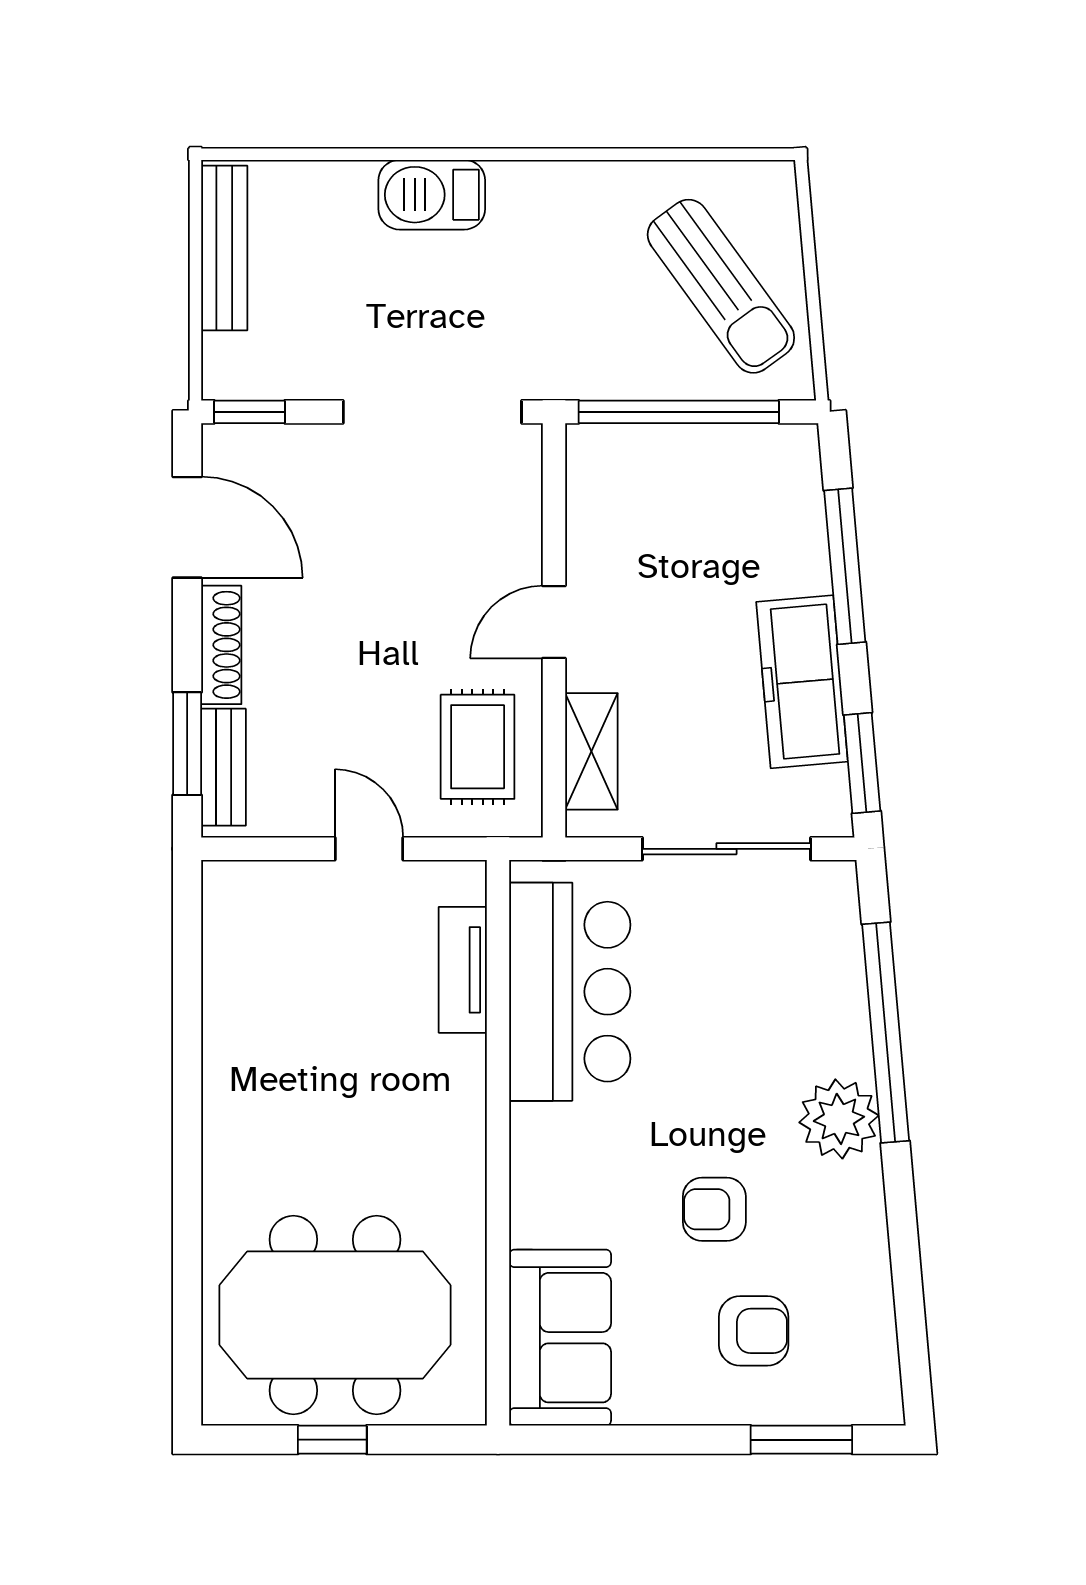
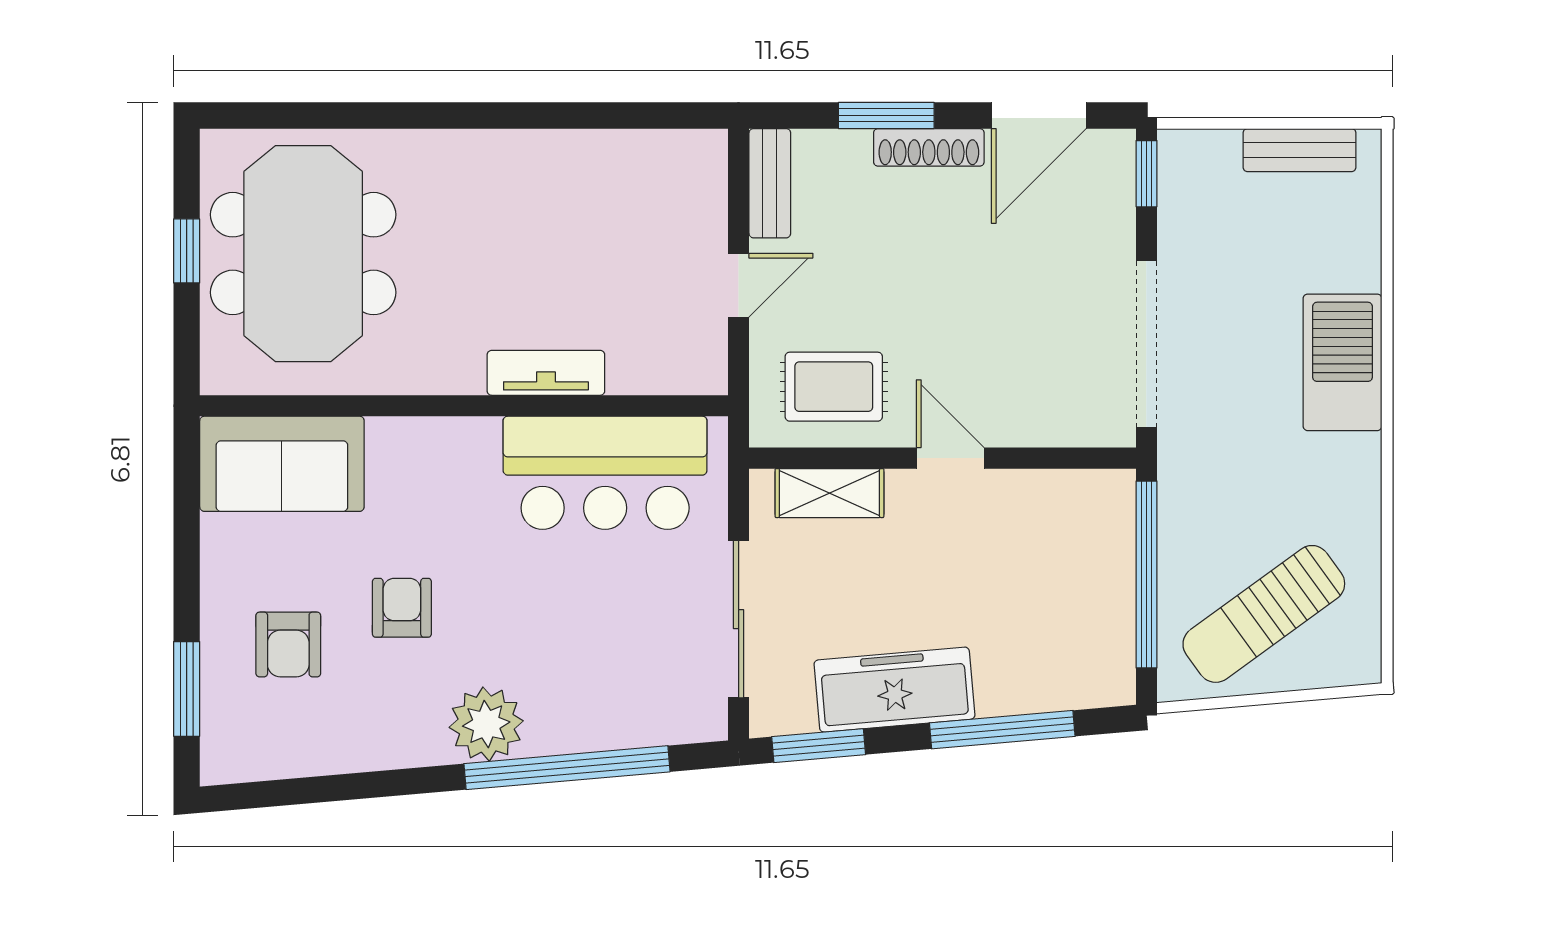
barbecue: (432, 195) -> (1342, 362), width x1.37, depth x1.21
bench: (224, 248) -> (1300, 150), width x0.73
window: (187, 744) -> (886, 115), moved
bench: (223, 767) -> (770, 183), moved, turned 90
tv unit: (463, 970) -> (546, 373), moved

